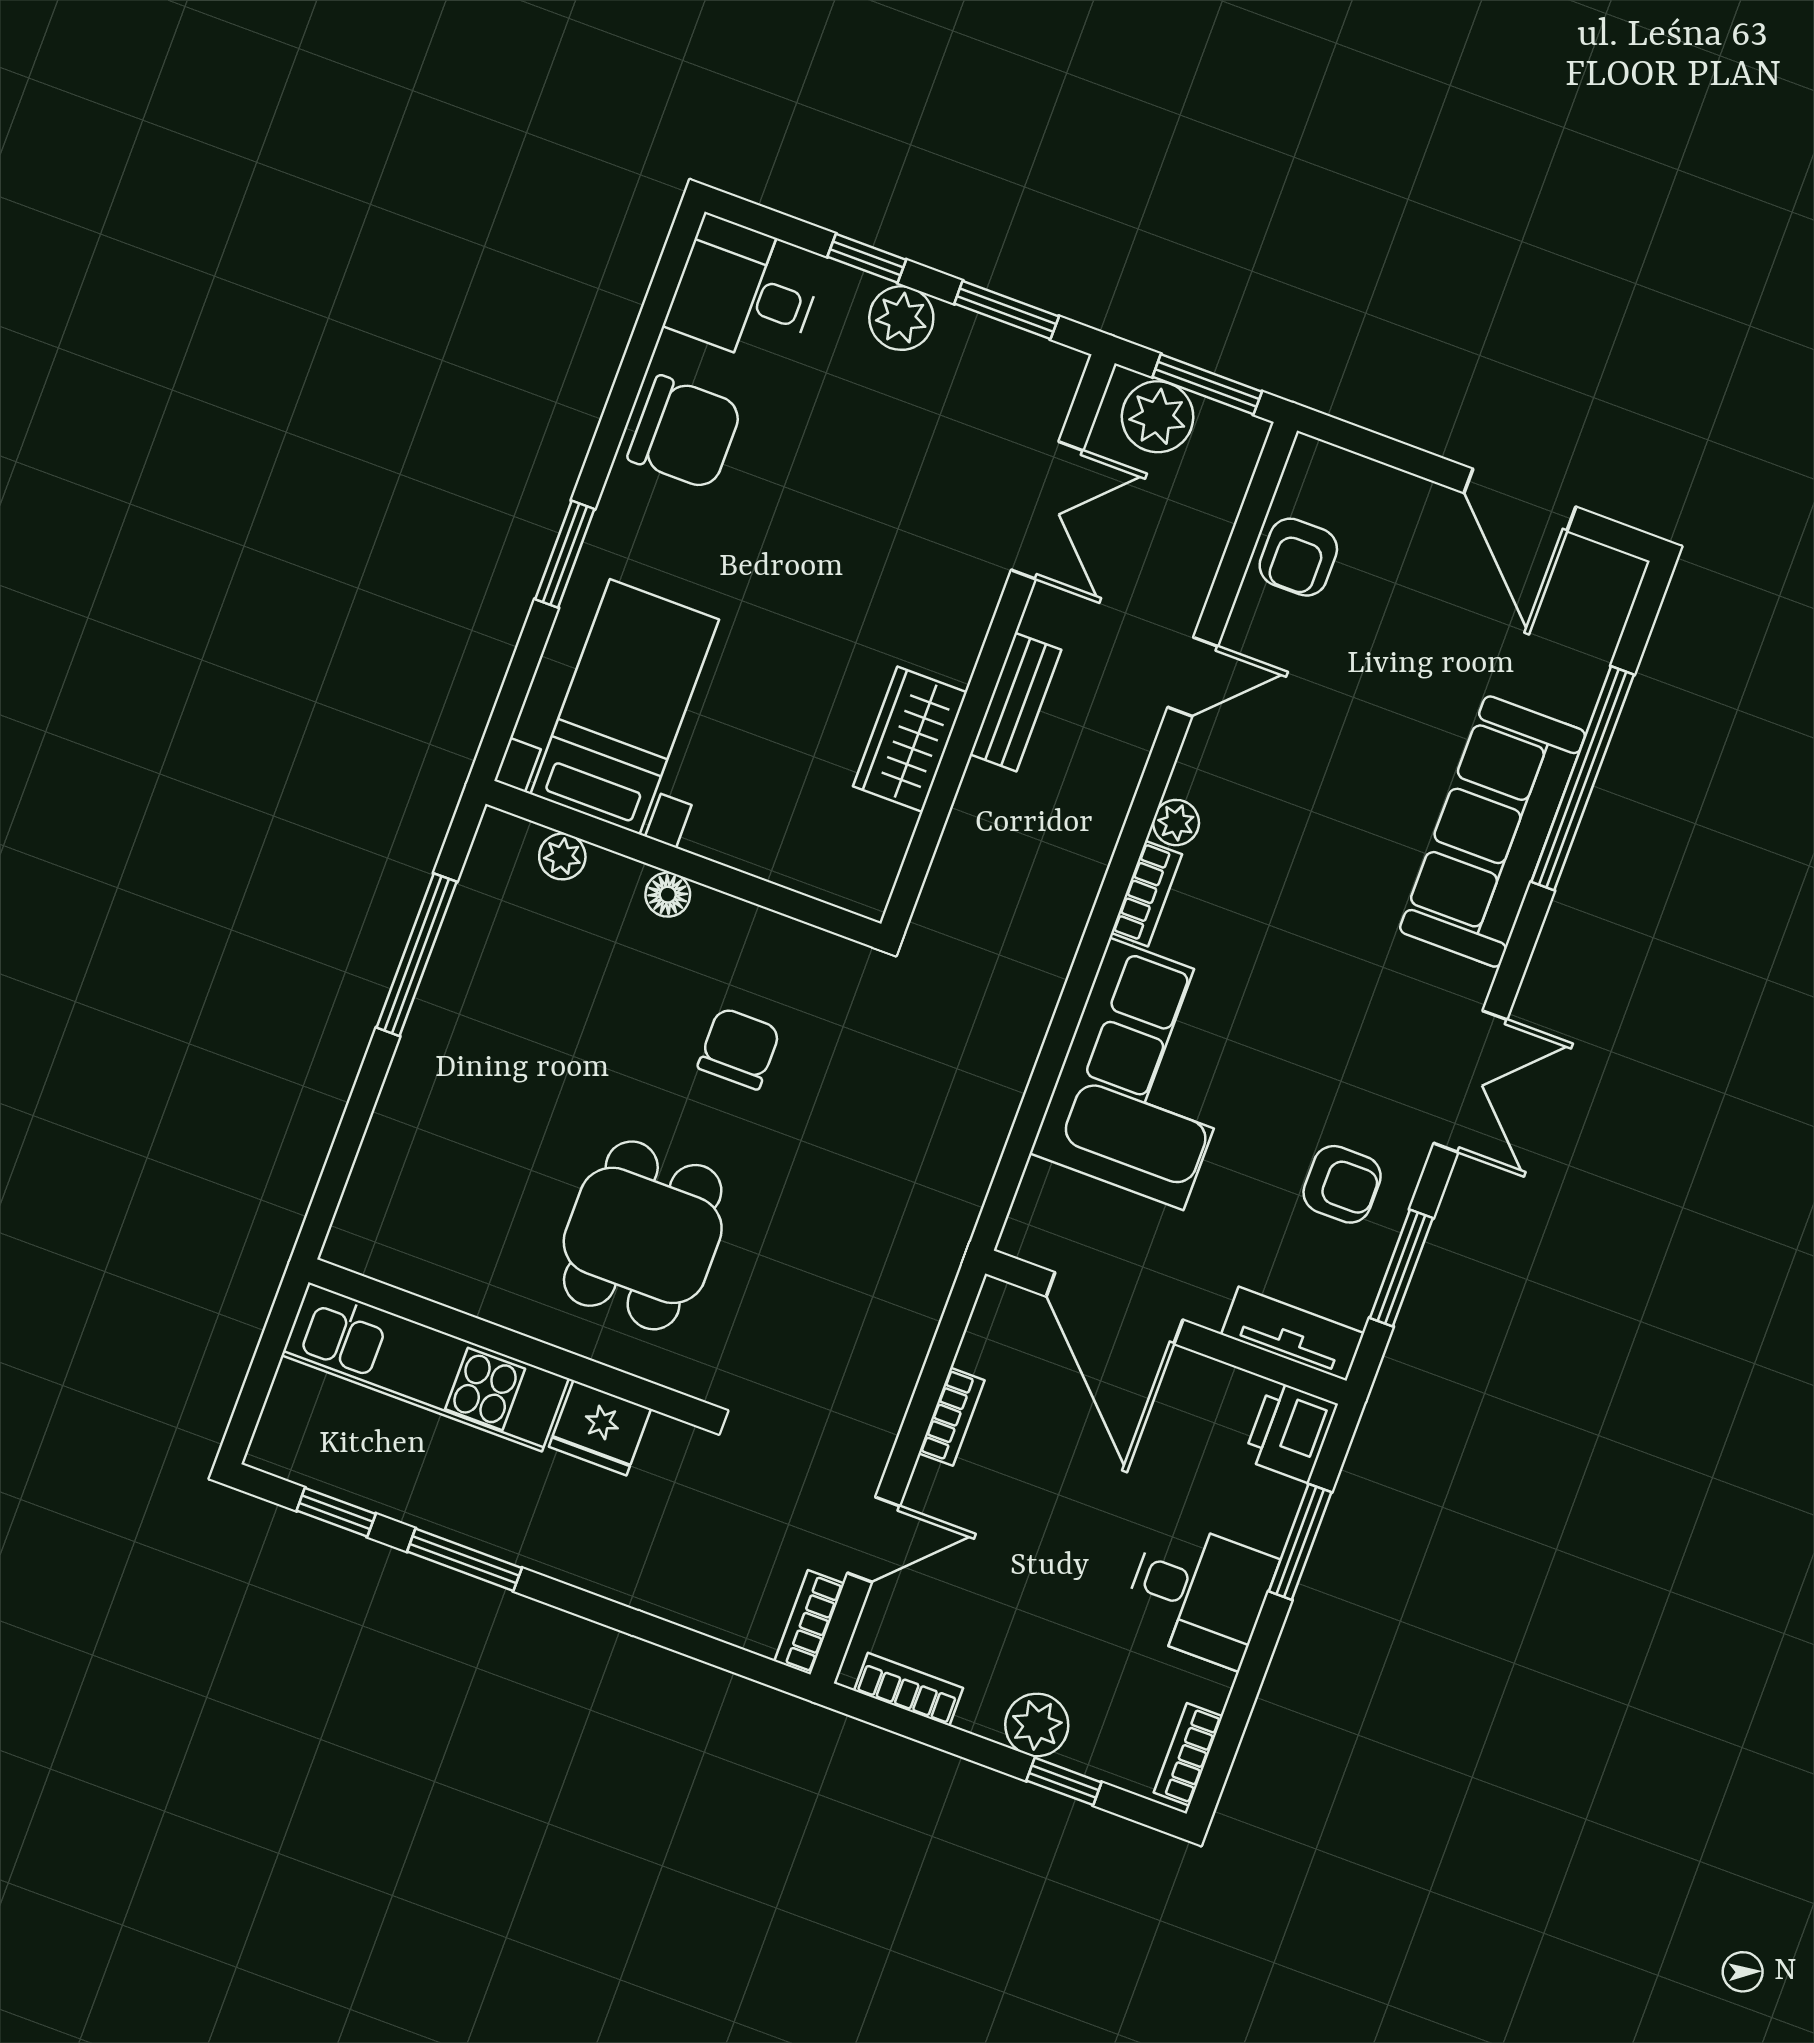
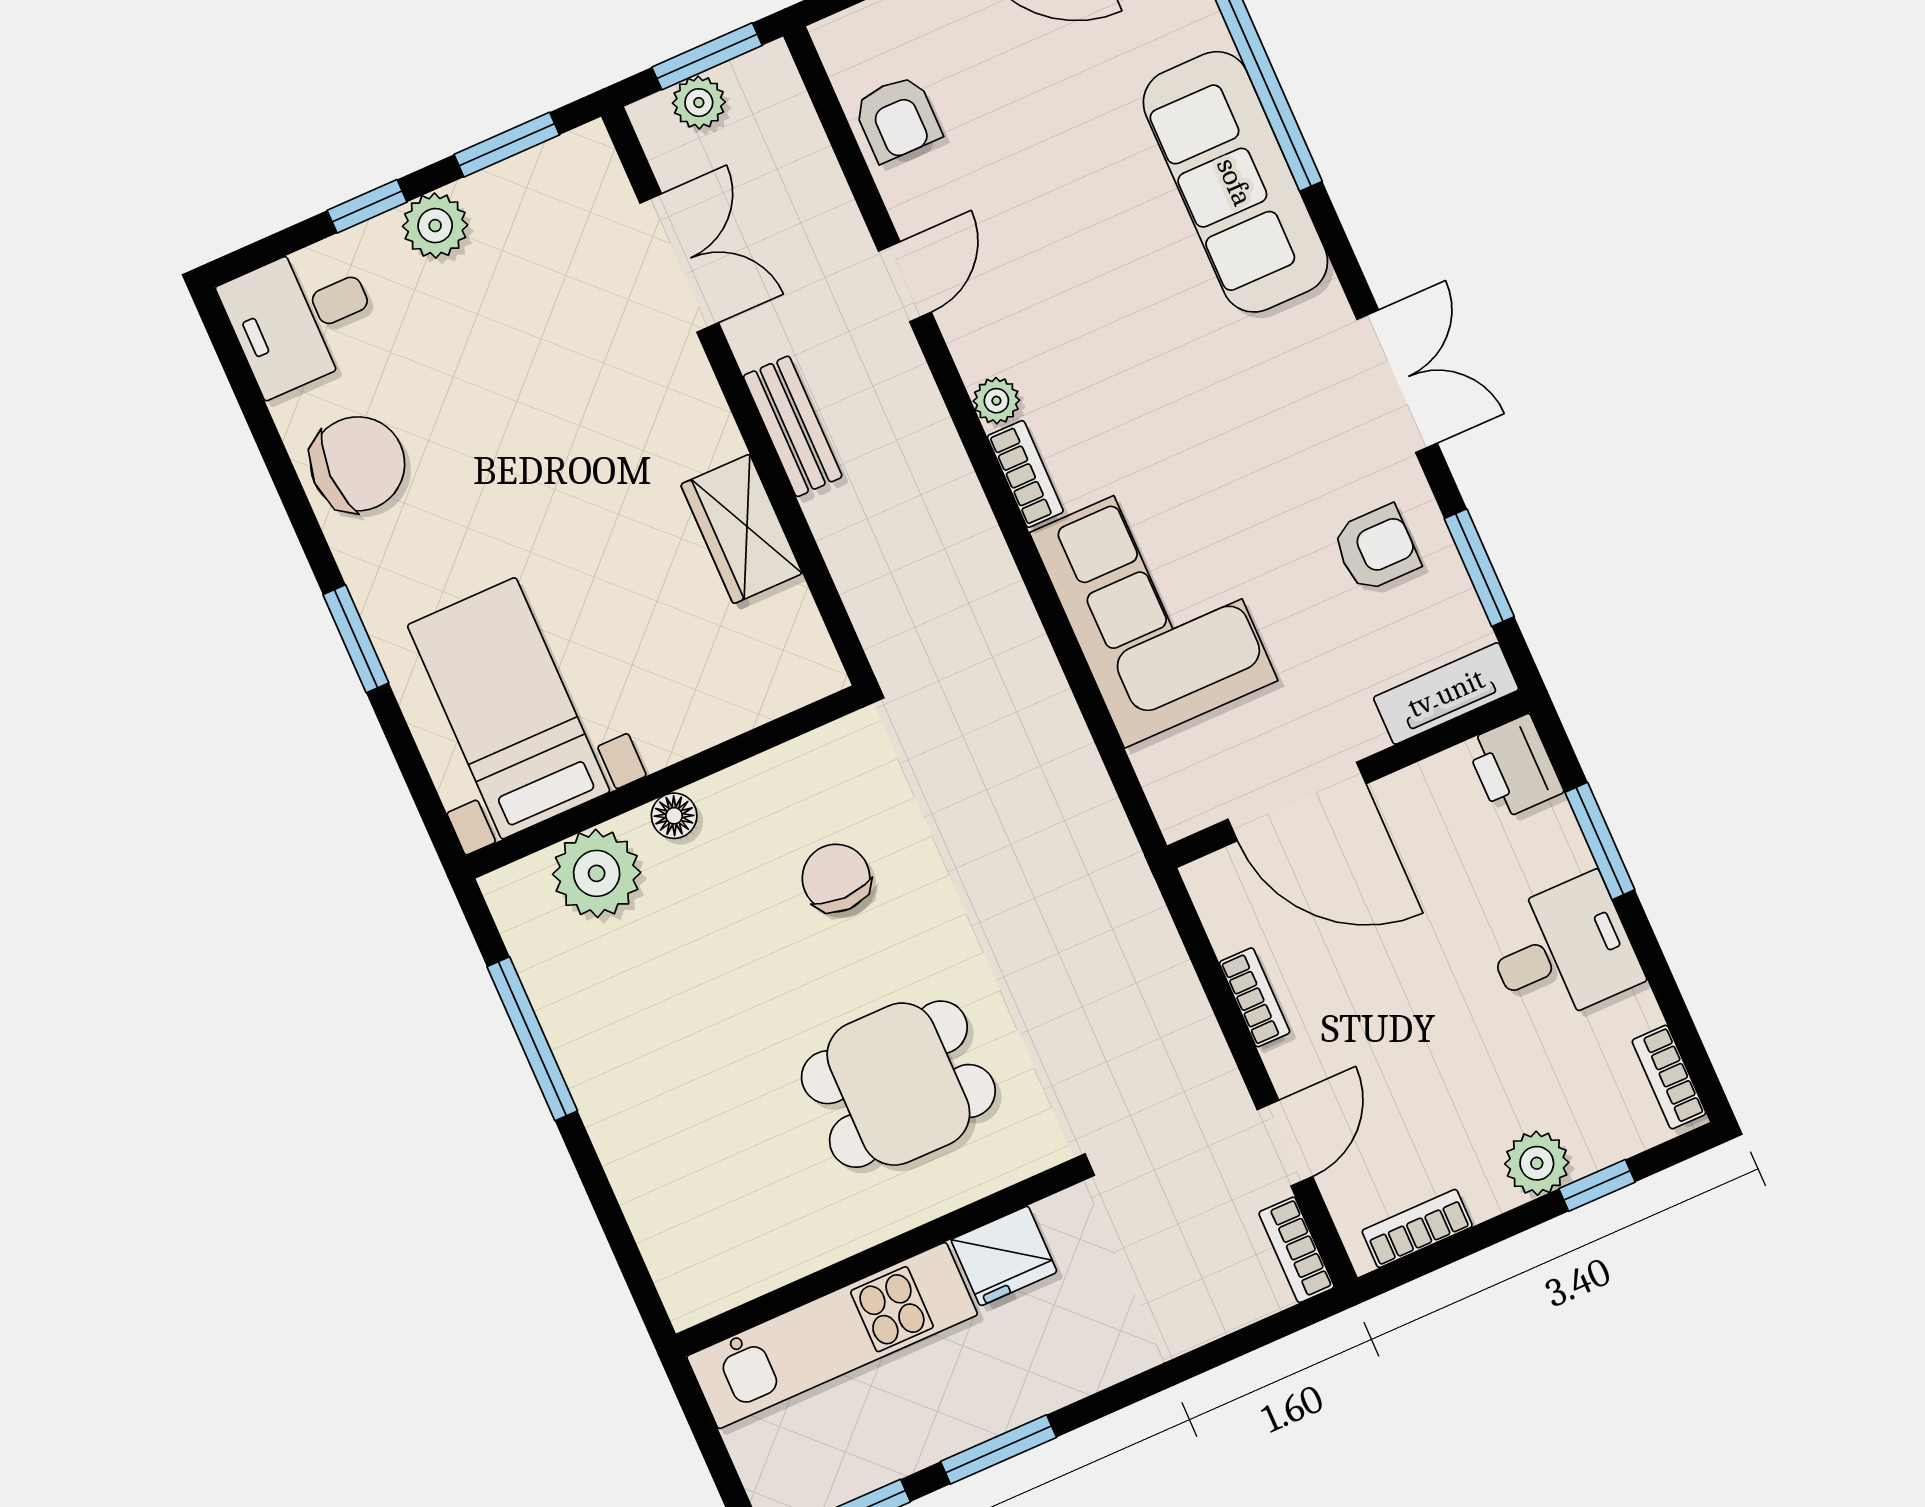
plant: (1158, 417) -> (699, 103), width x0.73, depth x0.73
plant: (562, 856) -> (597, 873), width x1.88, depth x1.88
dining table: (643, 1235) -> (898, 1084), turned 90

